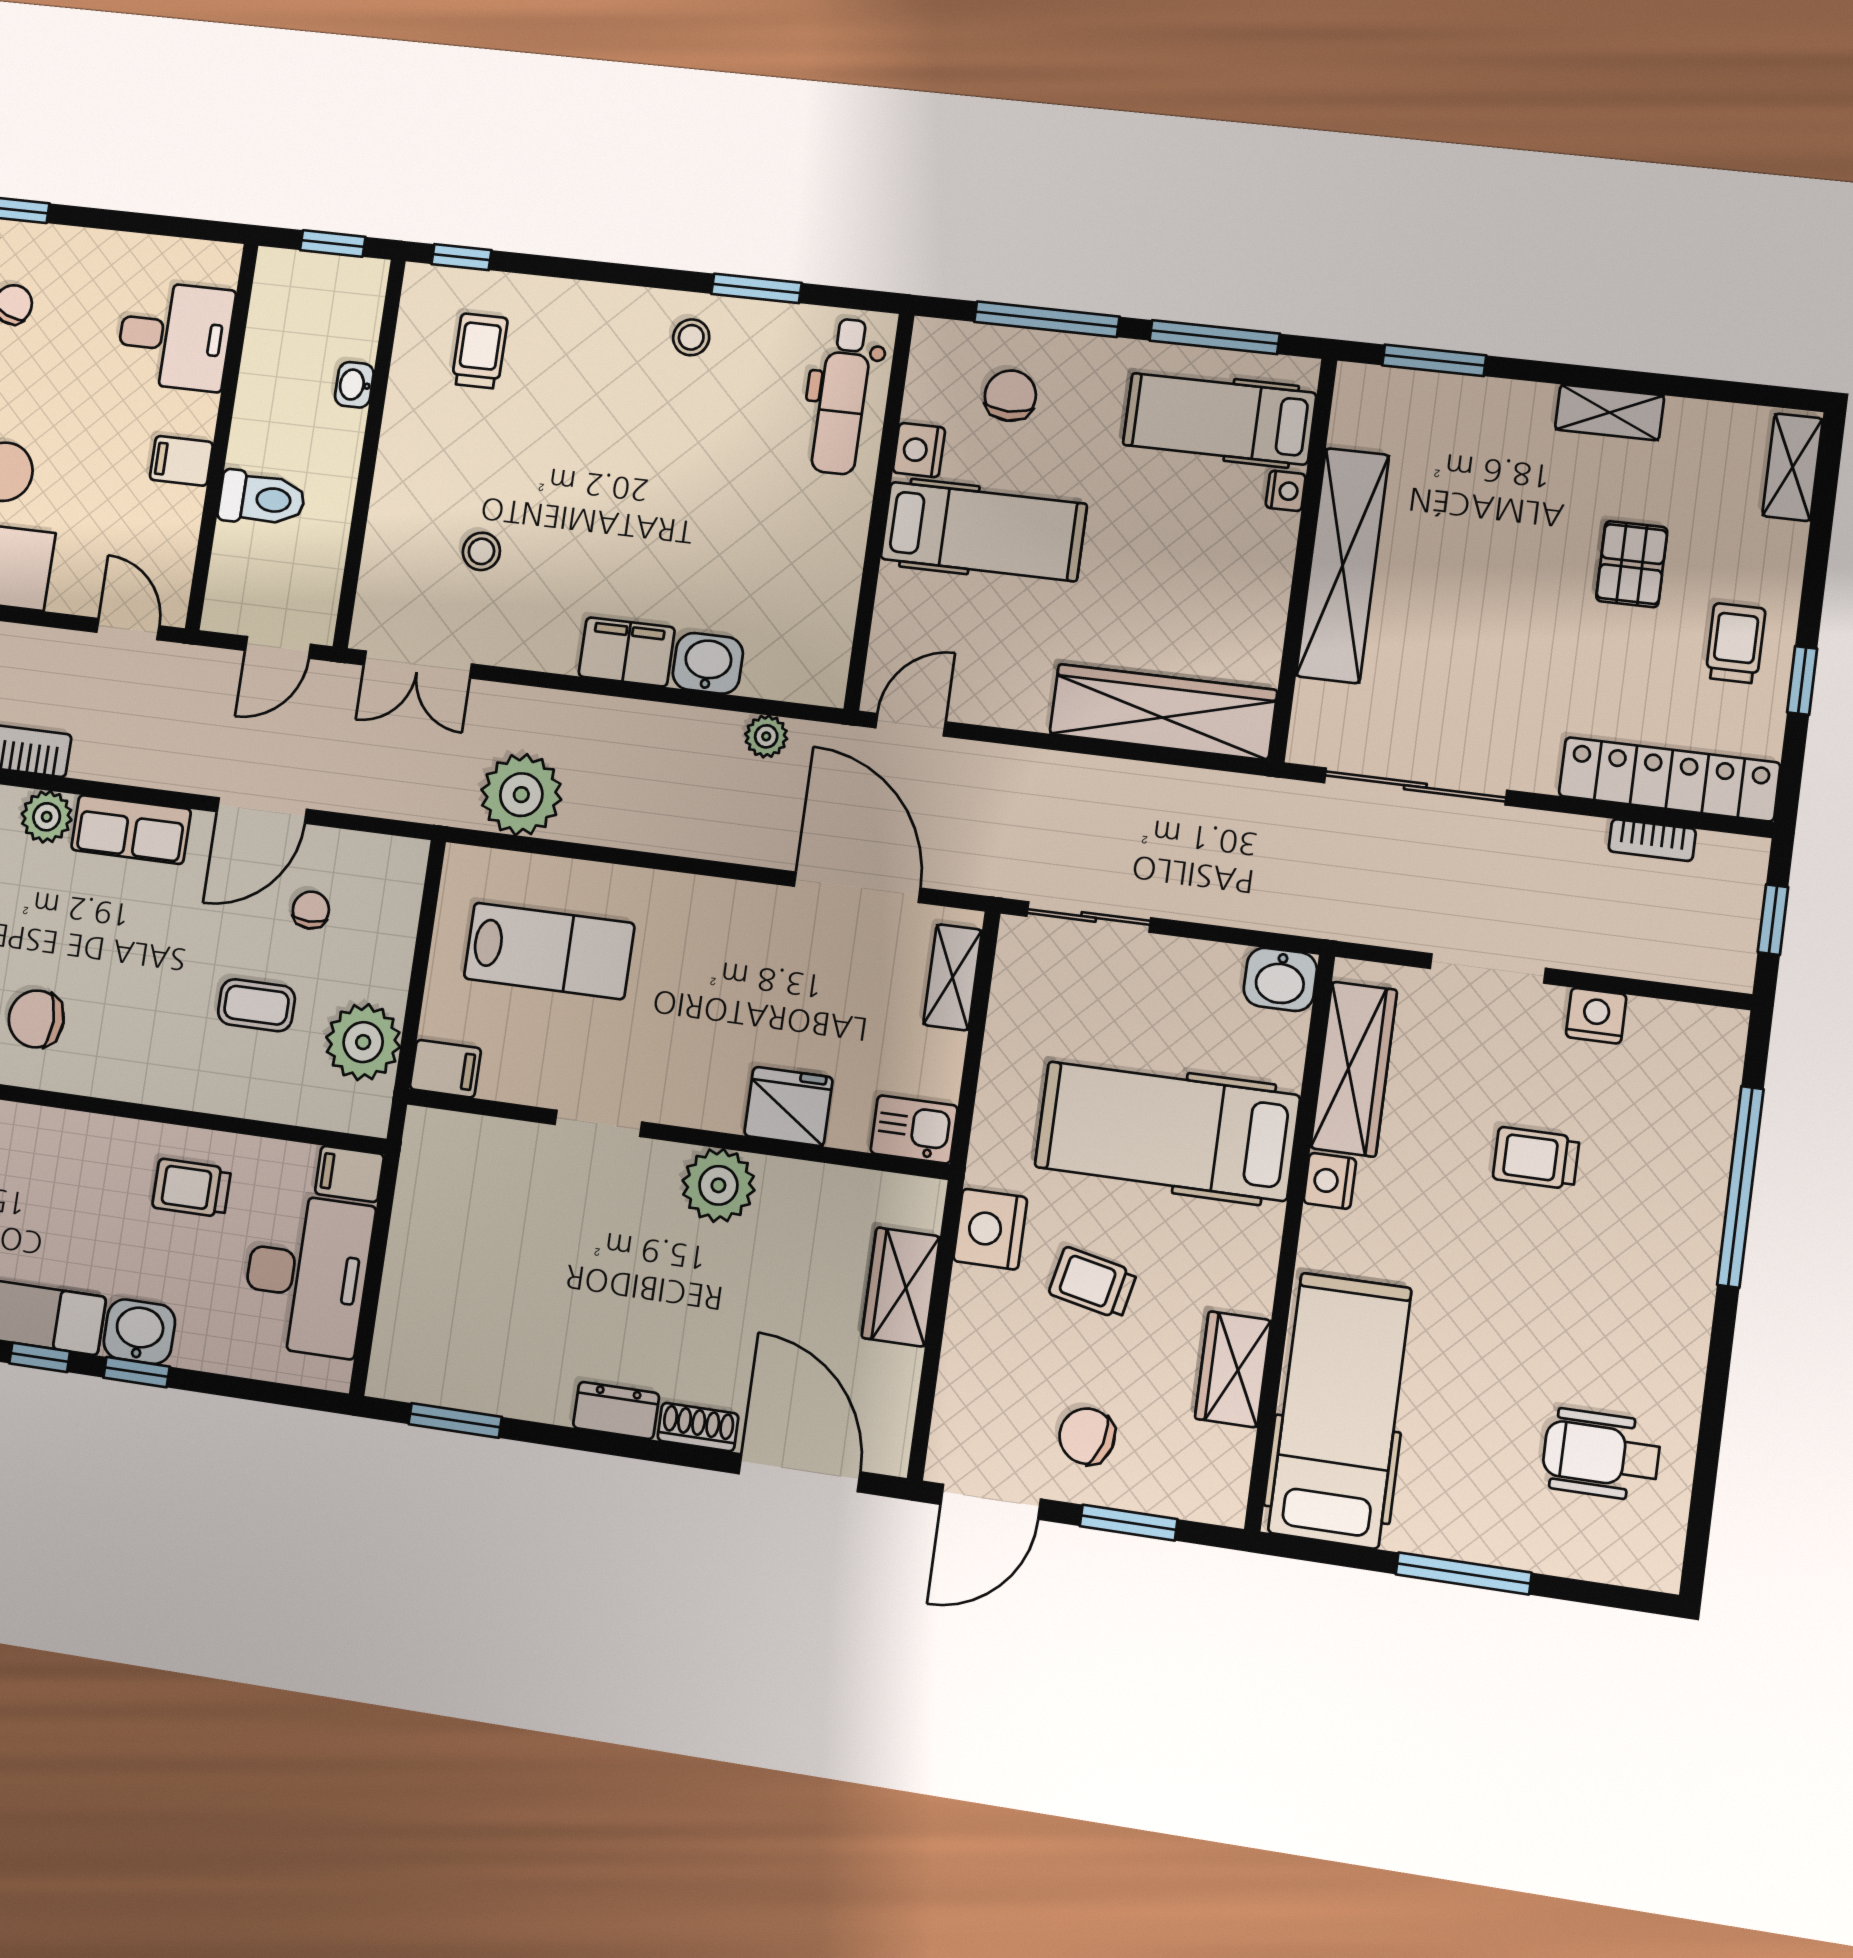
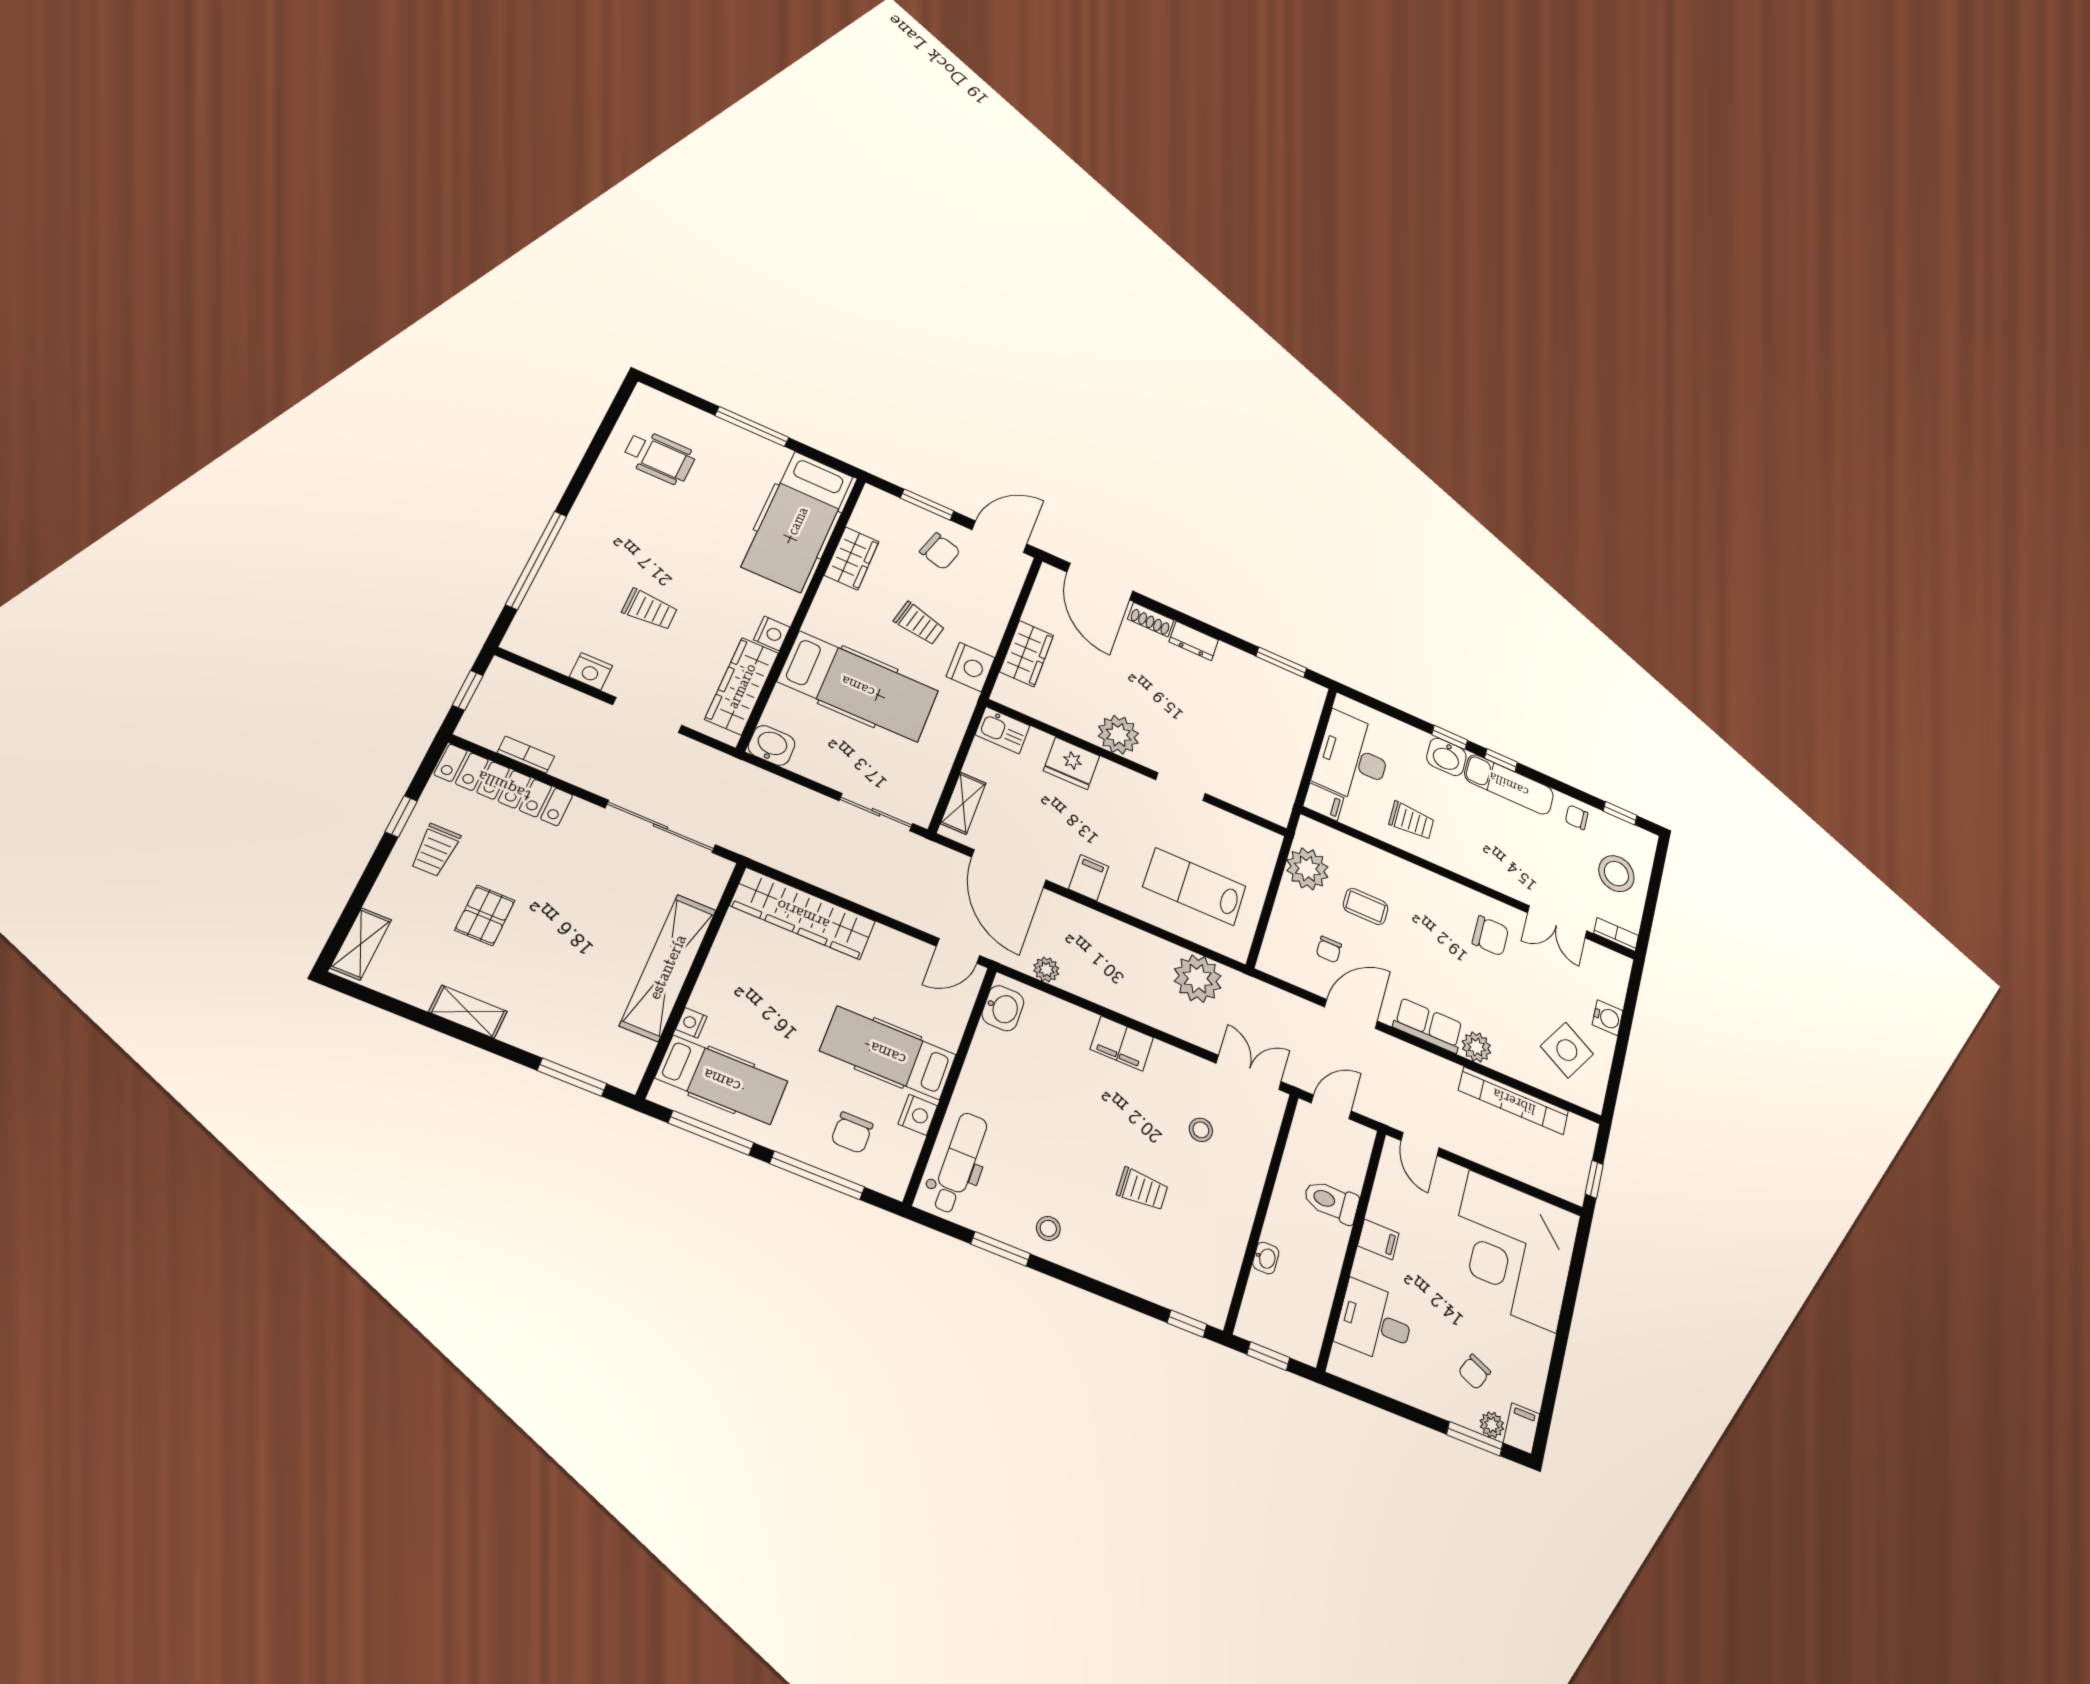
trolley: (480, 351) -> (1142, 1189), moved, turned -90
washbasin: (708, 663) -> (1003, 1008), moved, turned -90
filing cabinet: (445, 1069) -> (1089, 878), moved, turned 90

